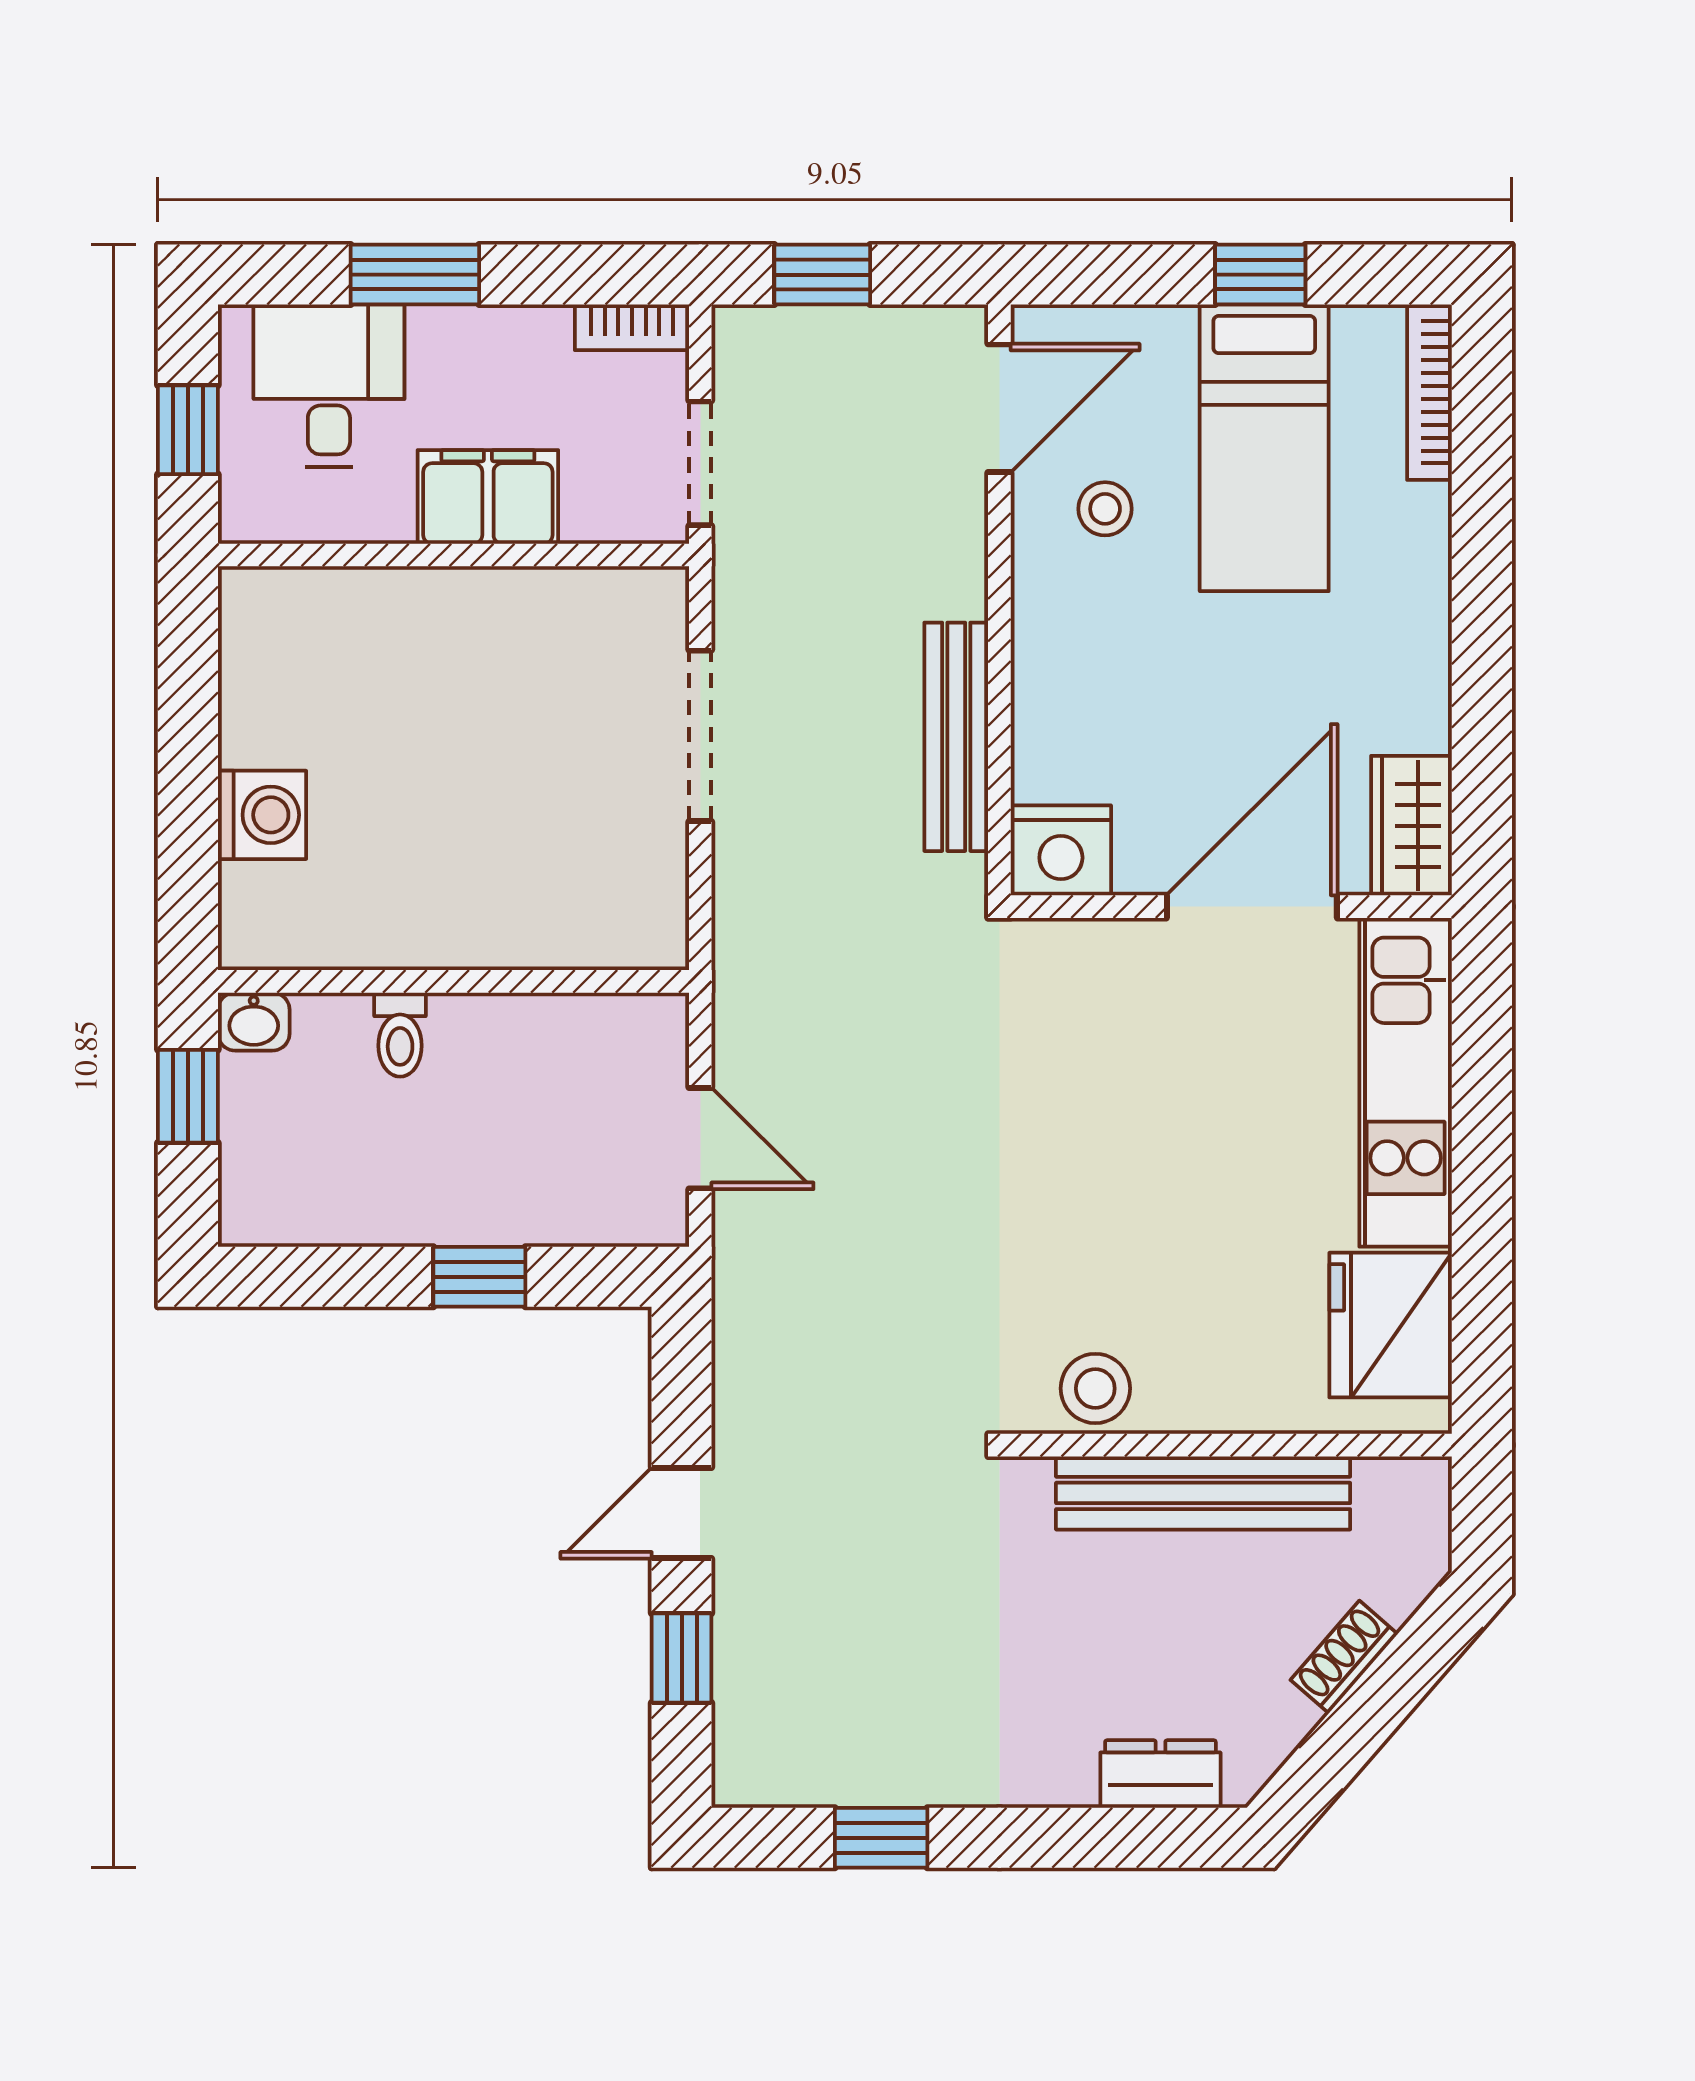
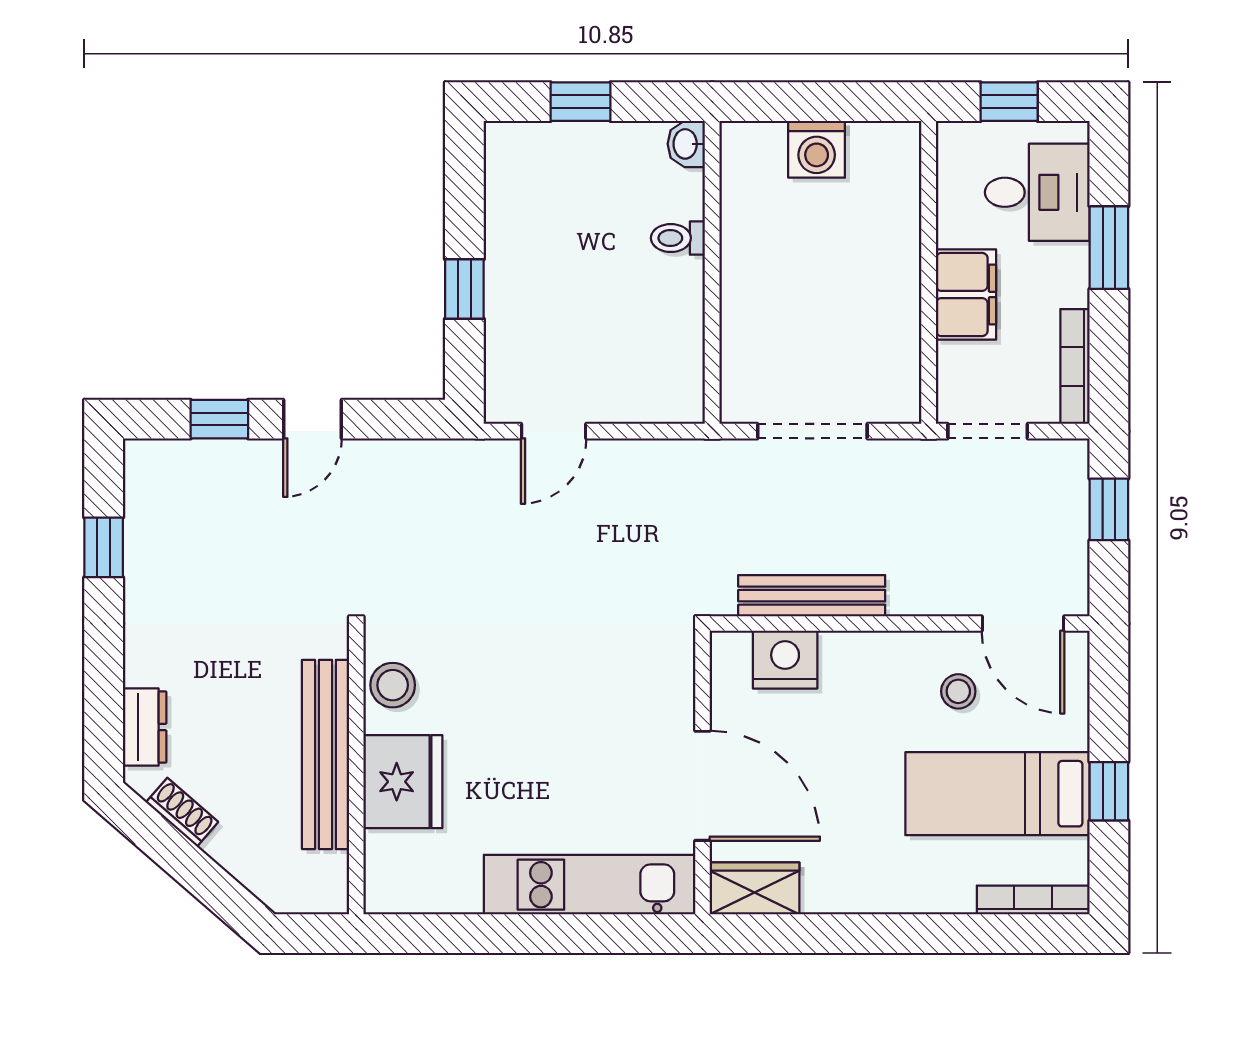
bookcase: (632, 327) -> (1075, 366), width x1.56
washing machine: (262, 815) -> (817, 149), moved
nightstand: (1061, 850) -> (785, 660), moved, turned 90
wall: (453, 981) -> (712, 272), moved
washbasin: (254, 1022) -> (686, 144), moved
toilet: (400, 1035) -> (678, 238), moved
fridge: (1391, 1325) -> (403, 782), moved, turned 90
door: (682, 1513) -> (313, 419), swing flipped
shoe rack: (1344, 1657) -> (182, 812), moved

